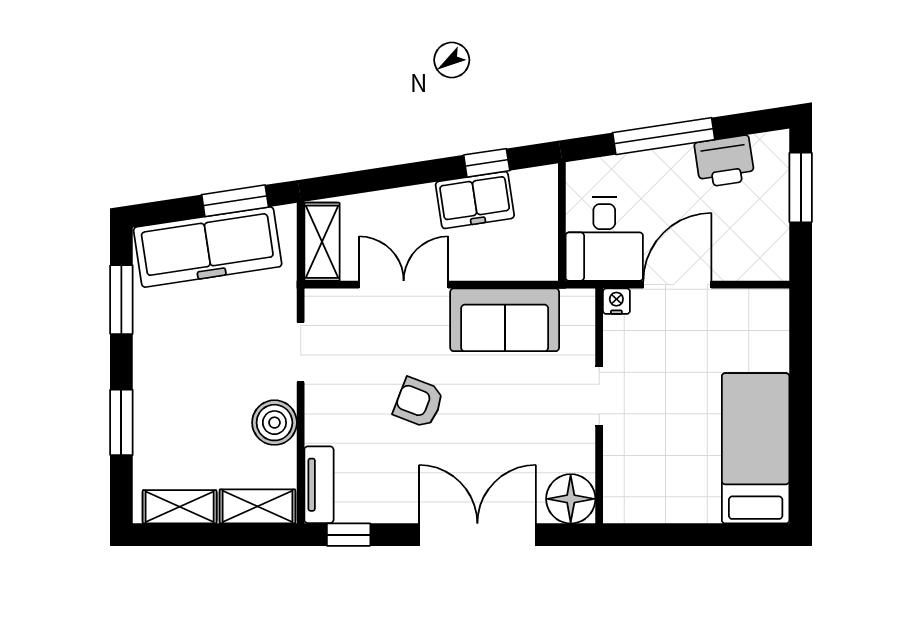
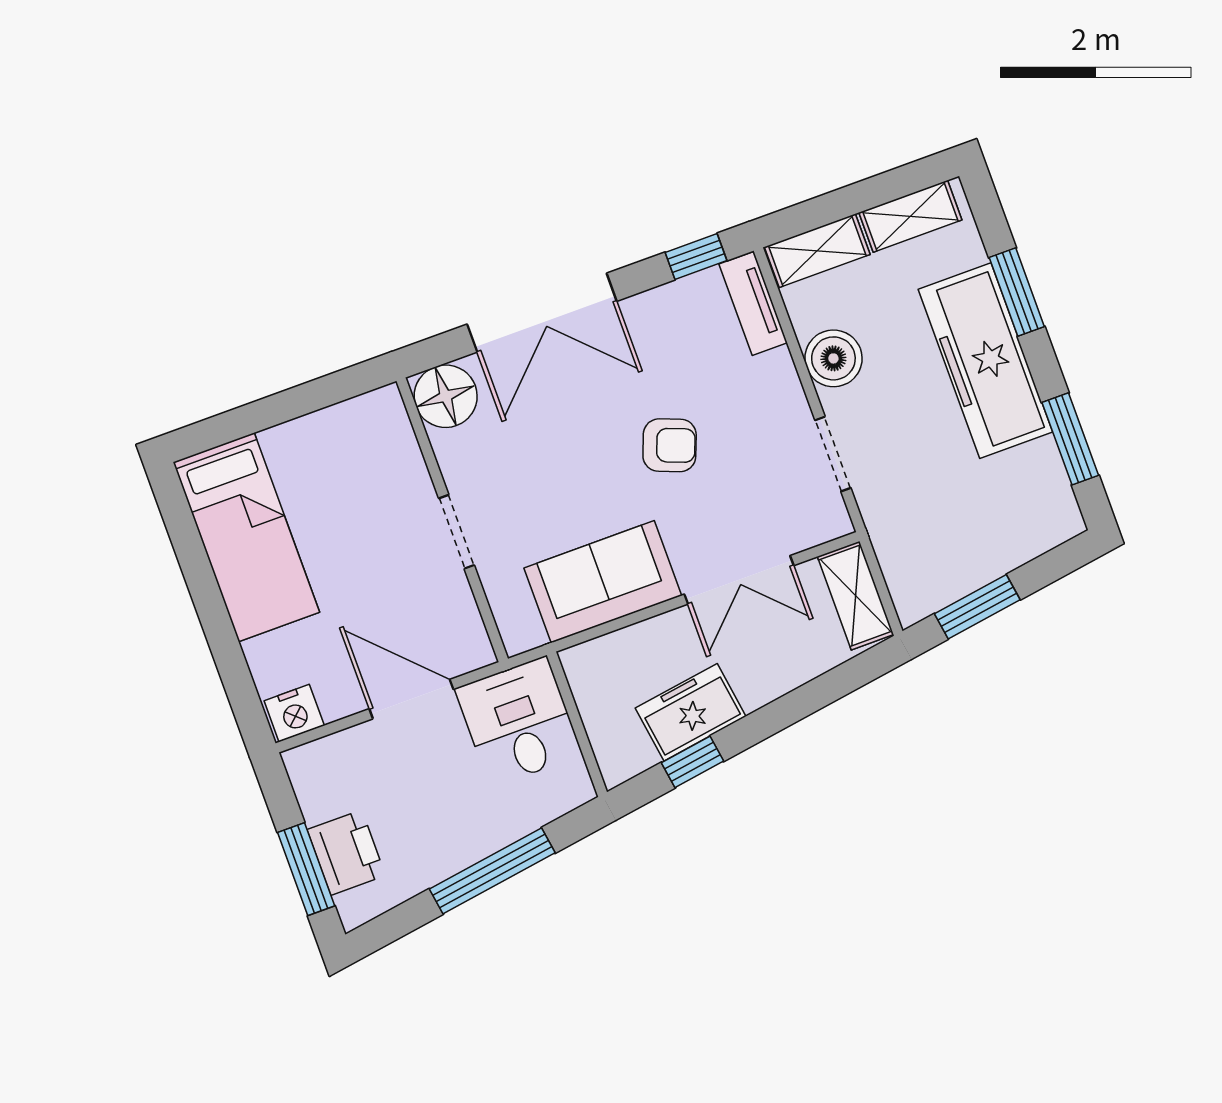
printer: (724, 161) -> (346, 853), moved, turned 99
freezer: (208, 247) -> (985, 361), moved, turned -81
door: (677, 285) -> (411, 699), swing flipped
nightstand: (616, 301) -> (294, 713), moved, width x1.39, depth x1.35

